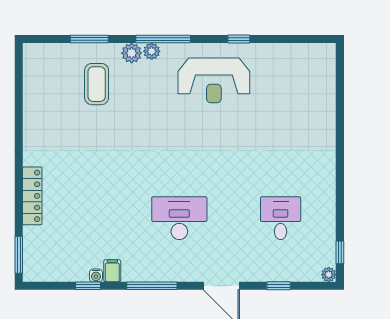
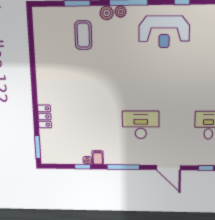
locker: (32, 196) -> (44, 116), width x0.66

